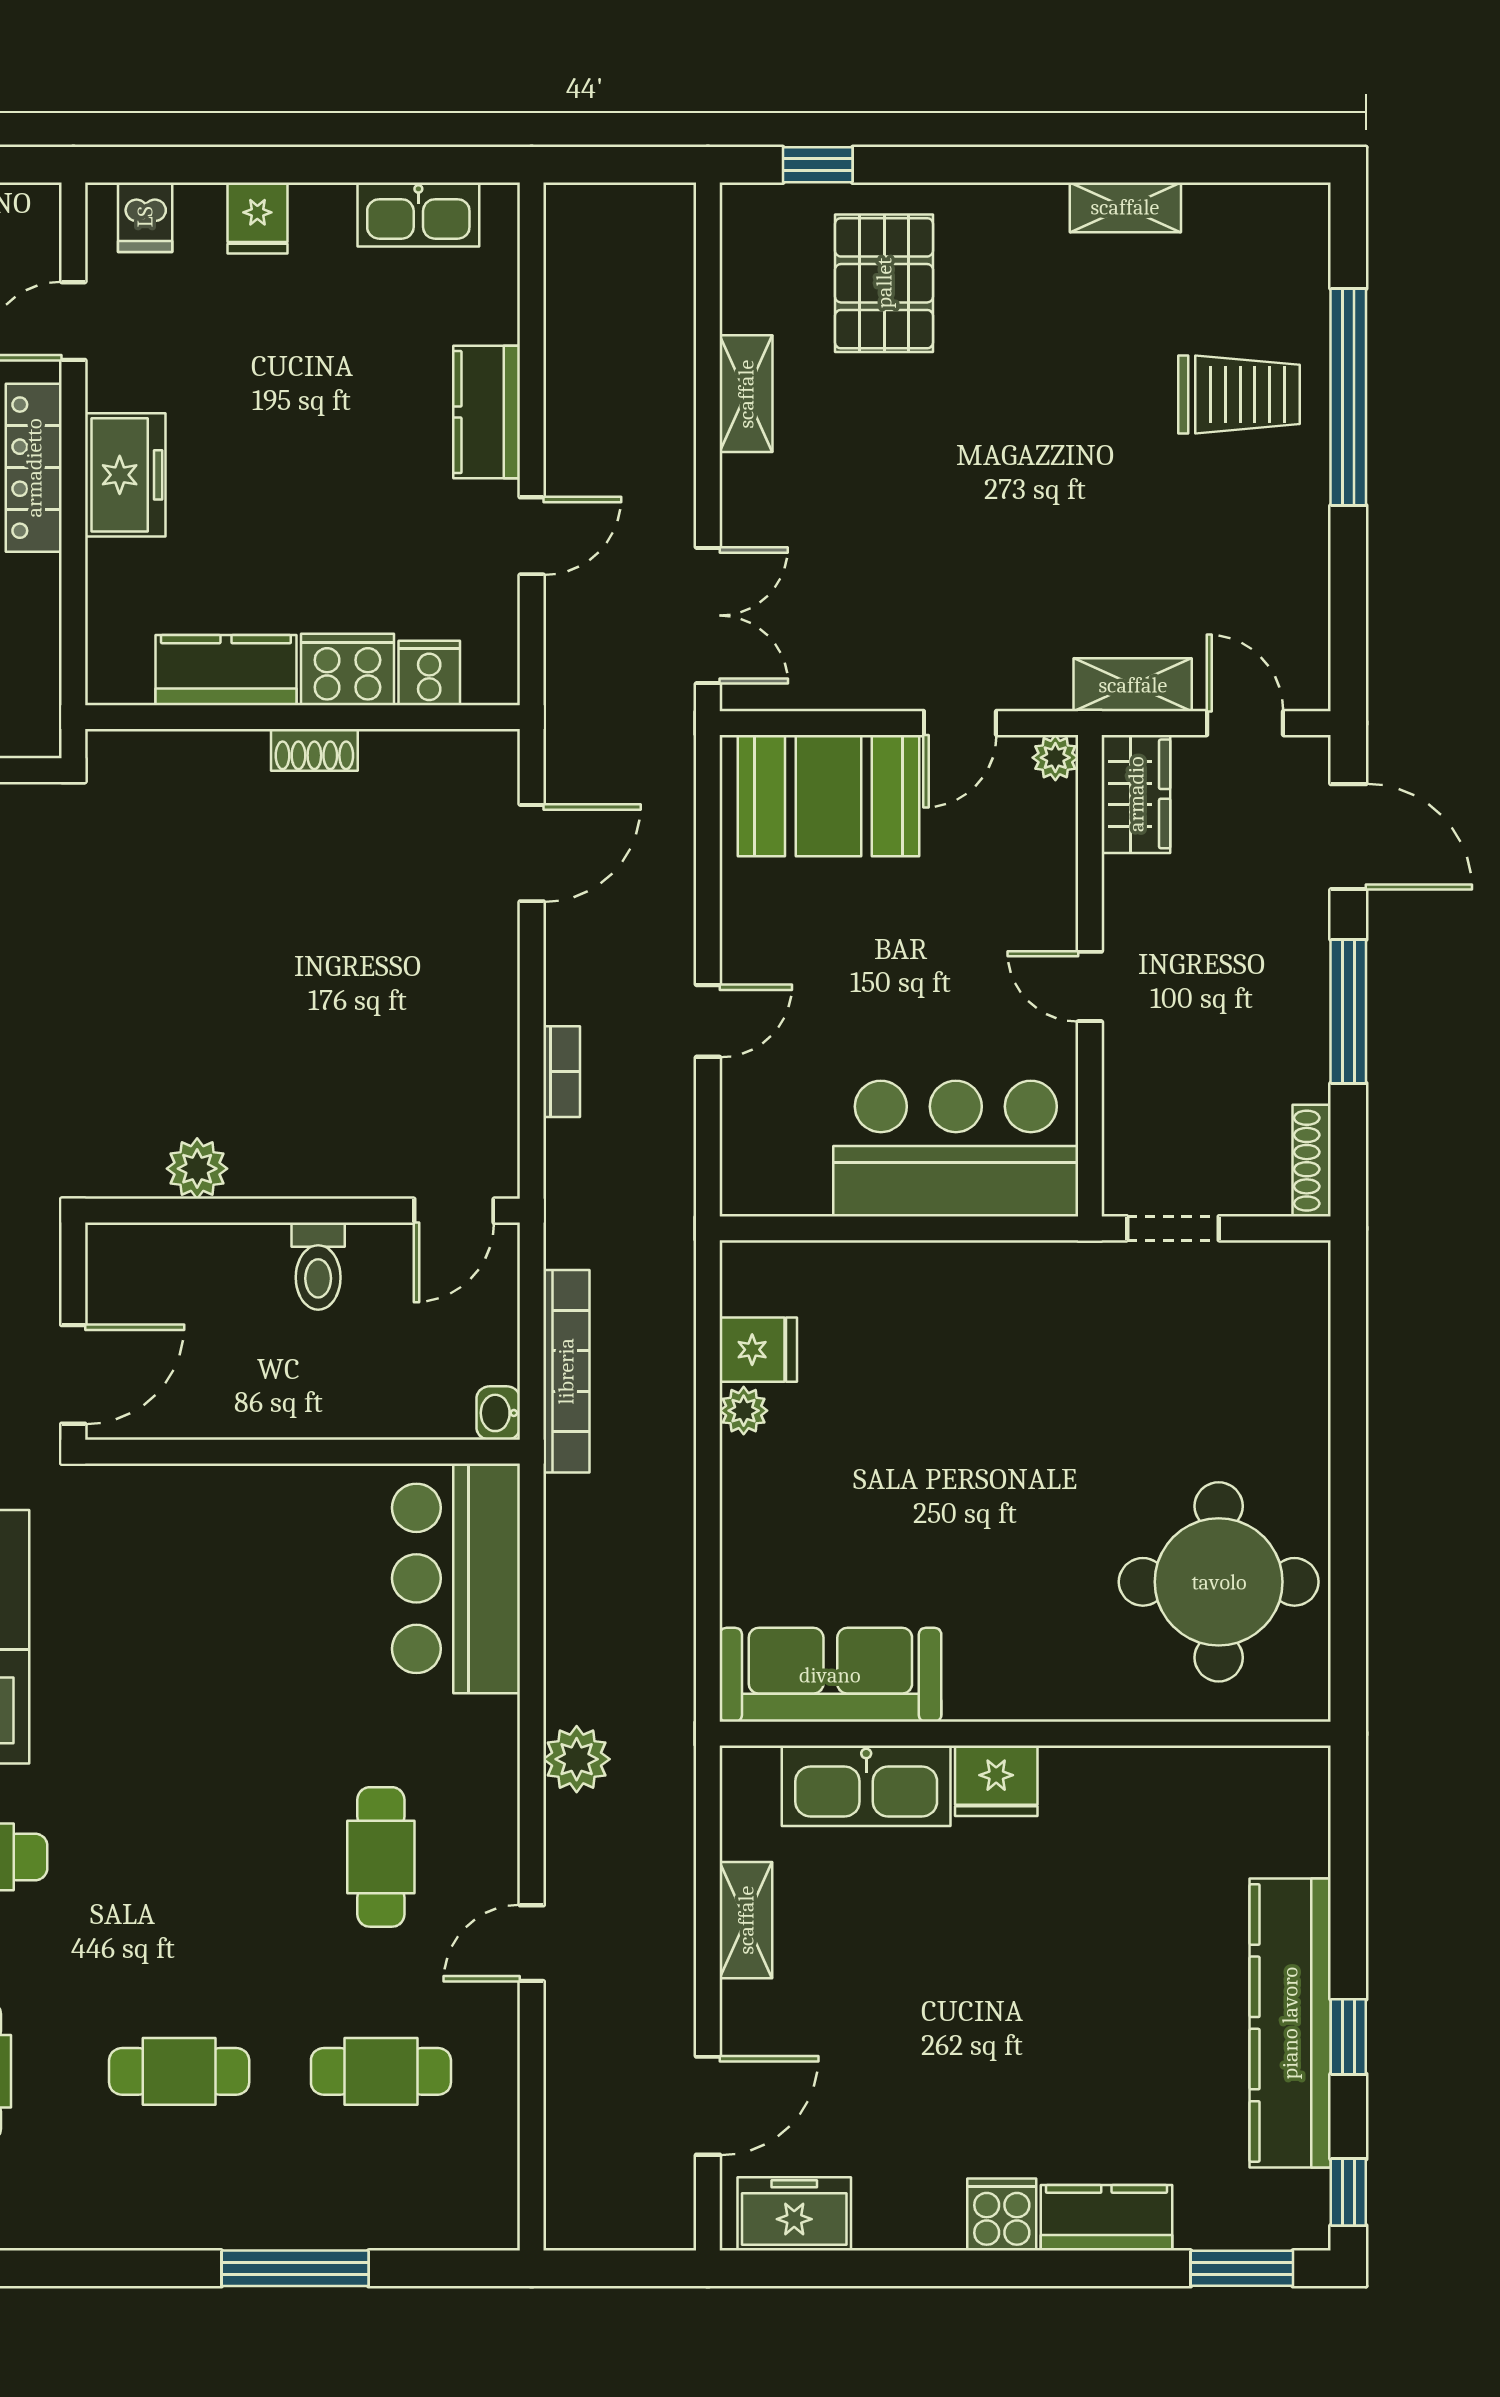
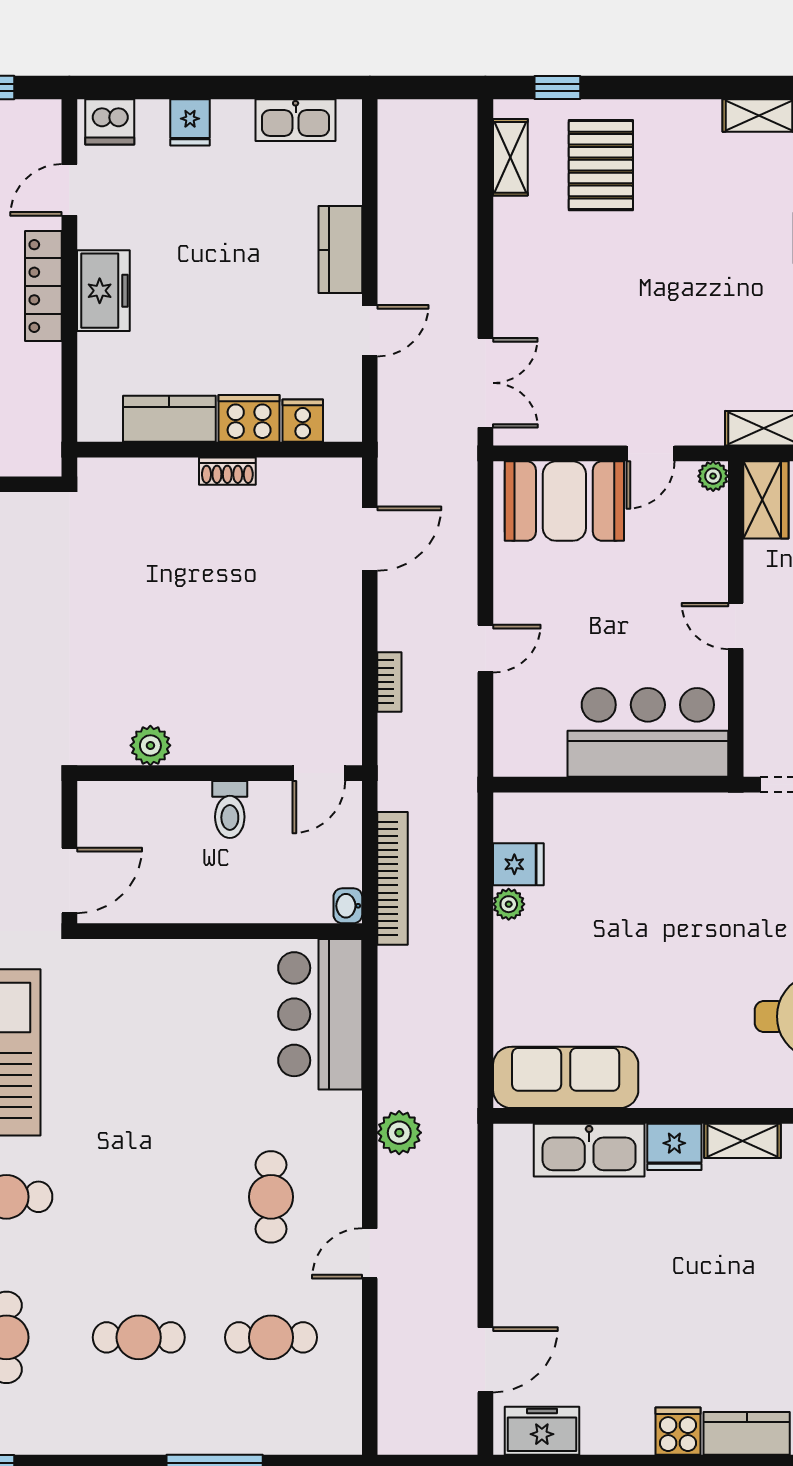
dishwasher: (145, 217) -> (110, 122), width x1.38
shelving: (746, 394) -> (510, 157), moved
shelving: (746, 1920) -> (743, 1141), moved, turned 90

